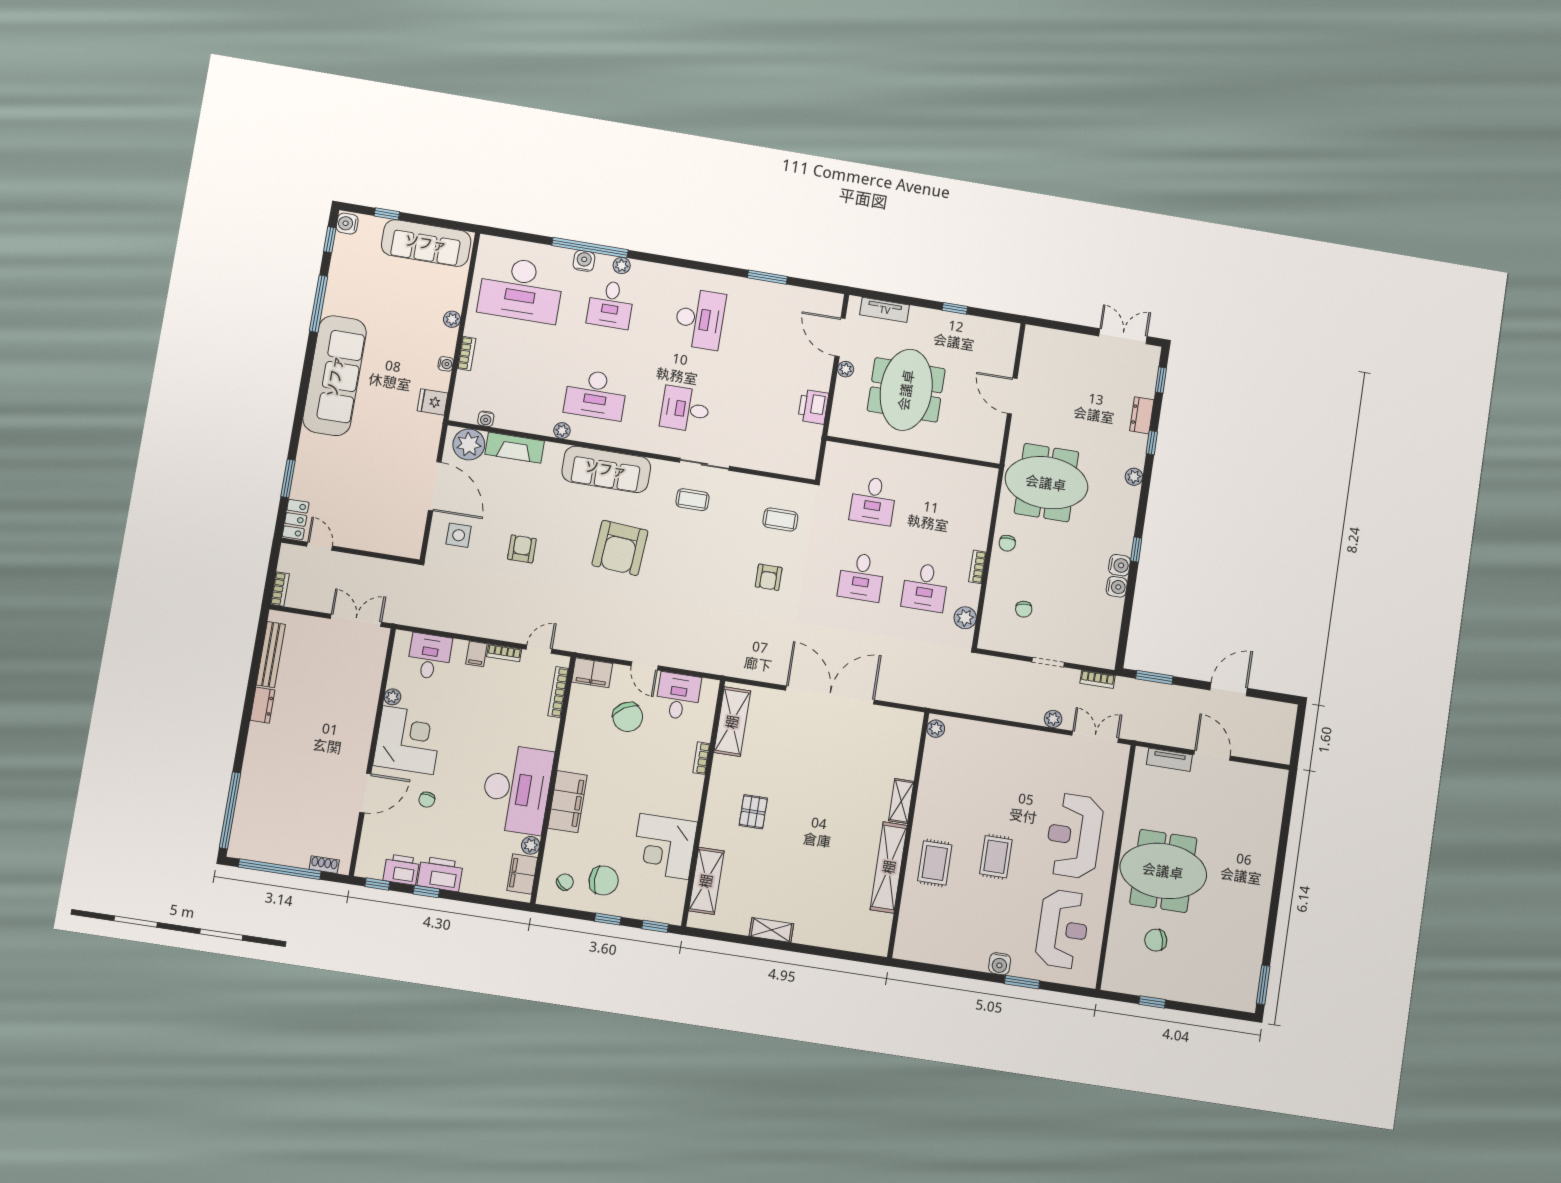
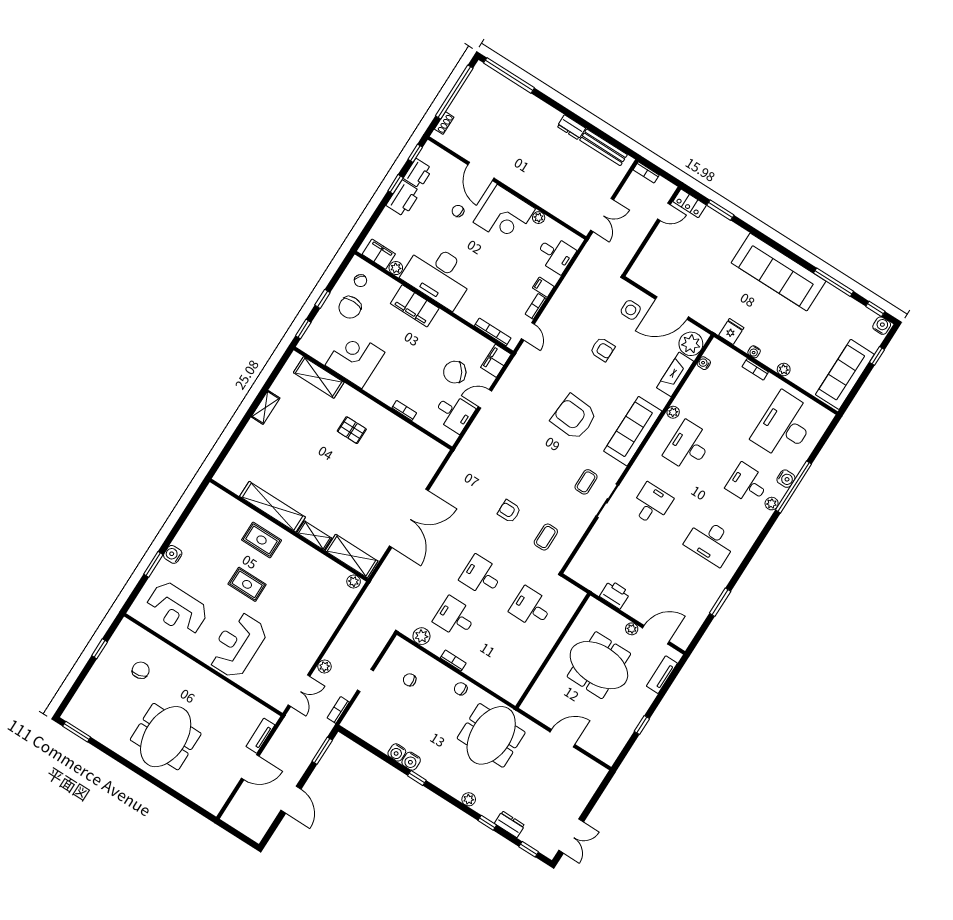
shelving: (732, 722) -> (351, 556), moved
reception desk: (1074, 836) -> (237, 645), turned -90
meeting table: (1163, 871) -> (166, 737), moved

